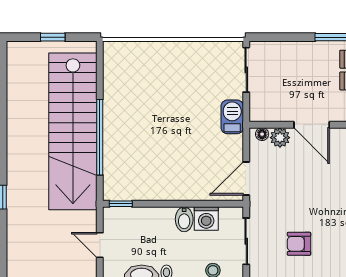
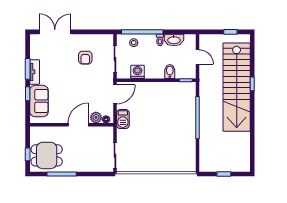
barbecue: (232, 117) -> (123, 119), moved
door: (312, 125) -> (78, 125), hinge flipped
stairs: (73, 131) -> (237, 87), moved, turned 180
bidet: (184, 219) -> (170, 71), moved
armchair: (299, 244) -> (85, 58), turned 90

